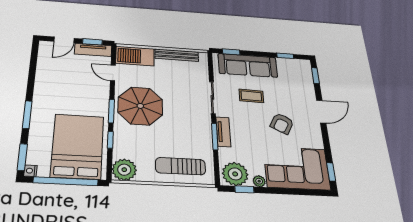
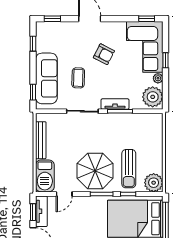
sun lounger: (180, 166) -> (129, 169), moved
window: (244, 189) -> (166, 60), moved

